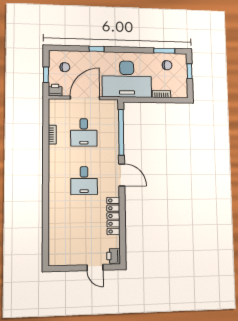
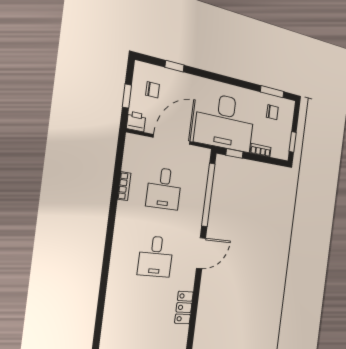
window: (97, 49) -> (174, 66), moved
window: (189, 71) -> (293, 142), moved
window: (139, 100) -> (234, 153), added
door: (122, 175) -> (201, 253), hinge flipped
locker: (113, 216) -> (184, 308), width x0.66

